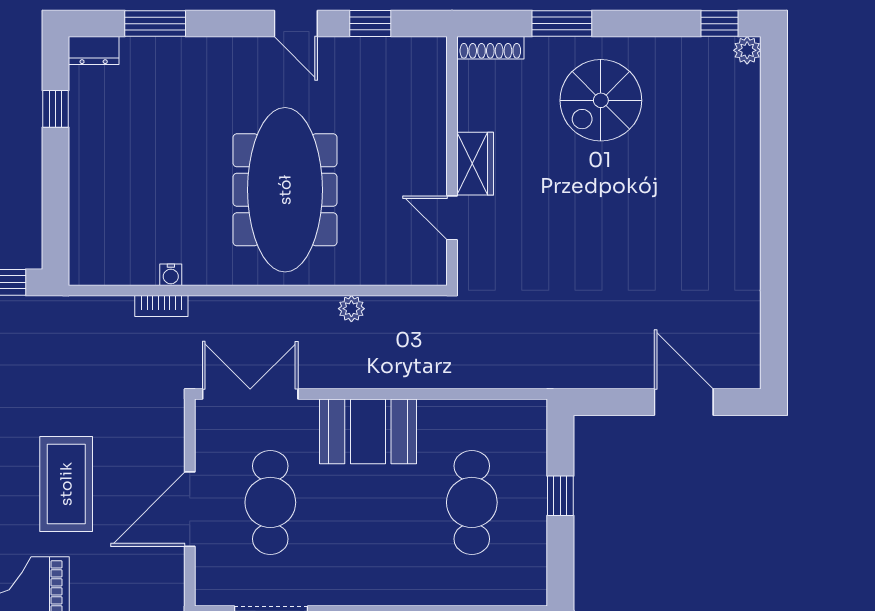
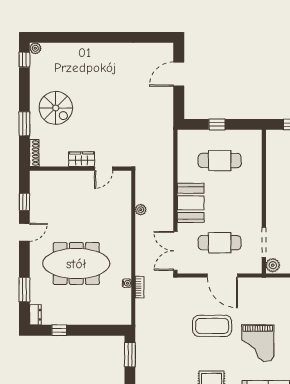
meeting table: (285, 190) -> (76, 264), moved

